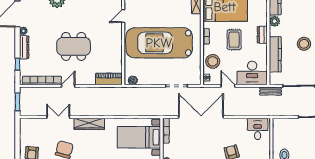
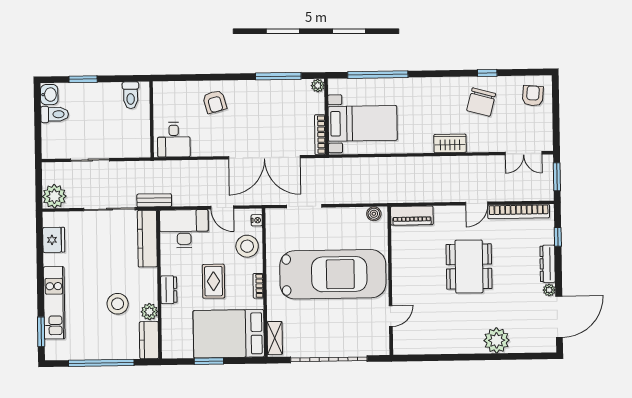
stool: (304, 44) -> (118, 304), moved
dining table: (74, 46) -> (469, 266), turned 90
kitchen counter: (275, 54) -> (147, 239), moved
double door: (58, 117) -> (524, 153), moved
wardrobe: (89, 124) -> (450, 143), width x0.67

